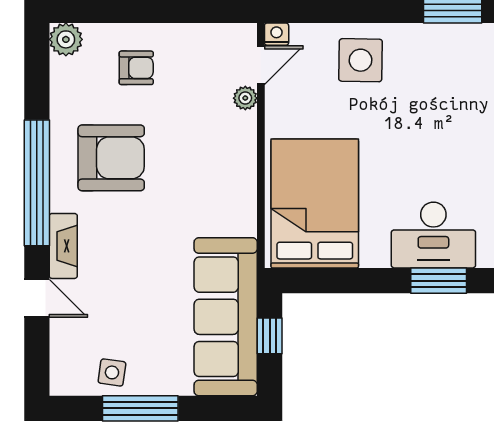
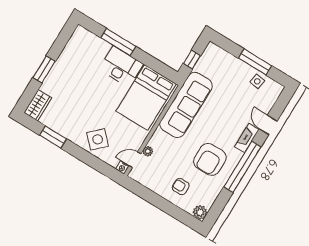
side table: (361, 60) -> (98, 139), turned 45
armchair: (111, 158) -> (210, 159), turned -90
desk: (433, 235) -> (121, 67), moved
window: (439, 281) -> (118, 42), width x1.44
sofa: (226, 317) -> (186, 105), moved

